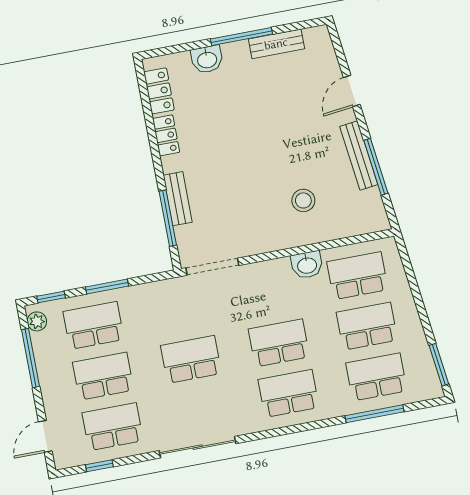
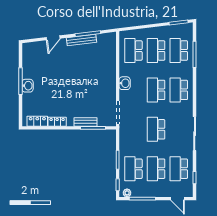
bench: (276, 44) -> (27, 67), removed
washbasin: (207, 59) -> (28, 86), moved
door: (352, 91) -> (53, 38), hinge flipped
stool: (303, 200) -> (96, 68), removed
washbasin: (307, 265) -> (125, 83), moved

